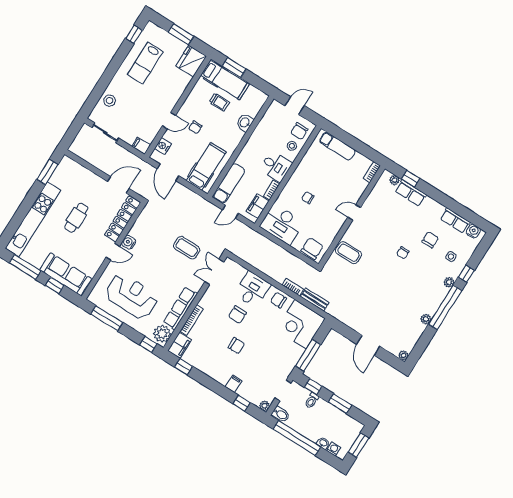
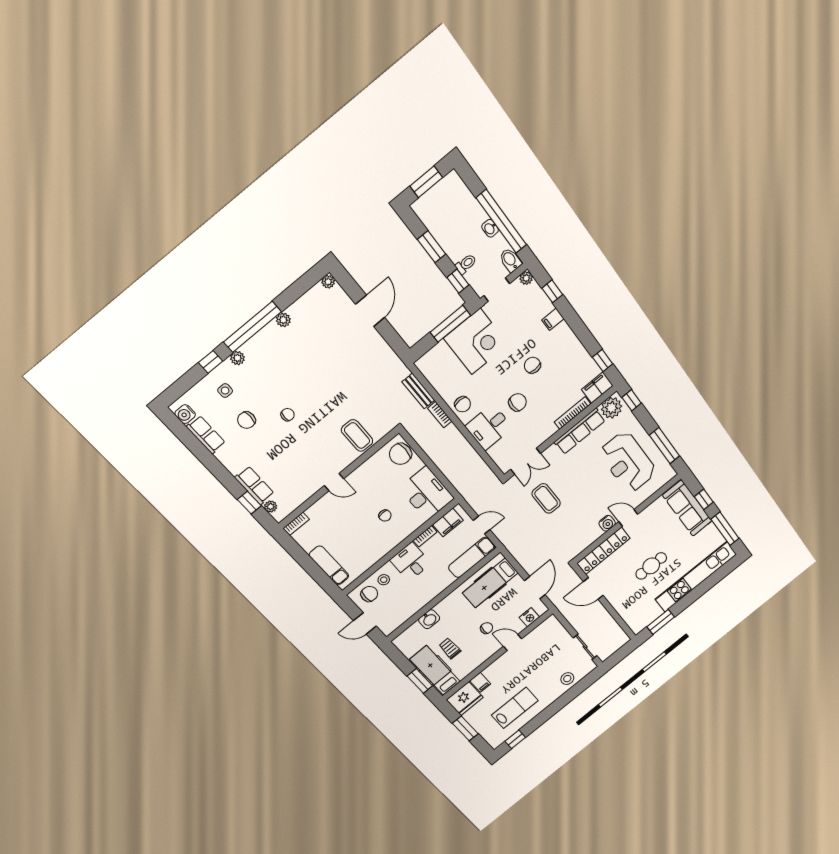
filing cabinet: (141, 146) -> (480, 682), moved
corner desk: (300, 324) -> (476, 341), moved
washbasin: (323, 443) -> (490, 228), moved
washing machine: (334, 449) -> (460, 189), removed

